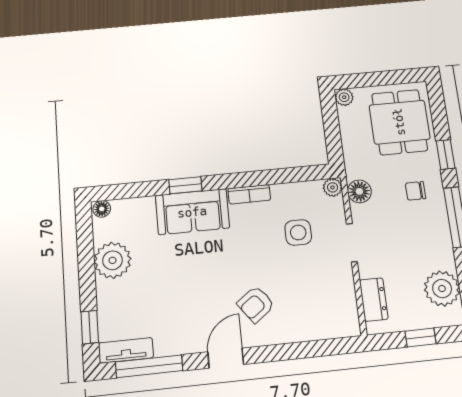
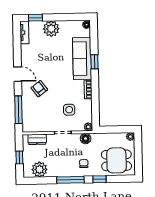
sofa: (192, 212) -> (82, 59), width x1.36
plant: (112, 260) -> (51, 29), moved
window: (149, 366) -> (18, 110), moved

